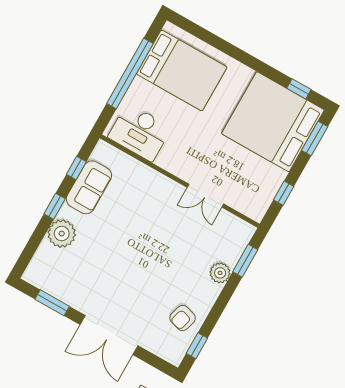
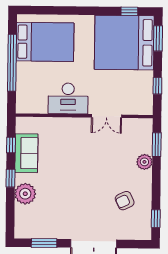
desk: (140, 132) -> (68, 98), moved
armchair: (183, 318) -> (125, 201), moved, turned 49

